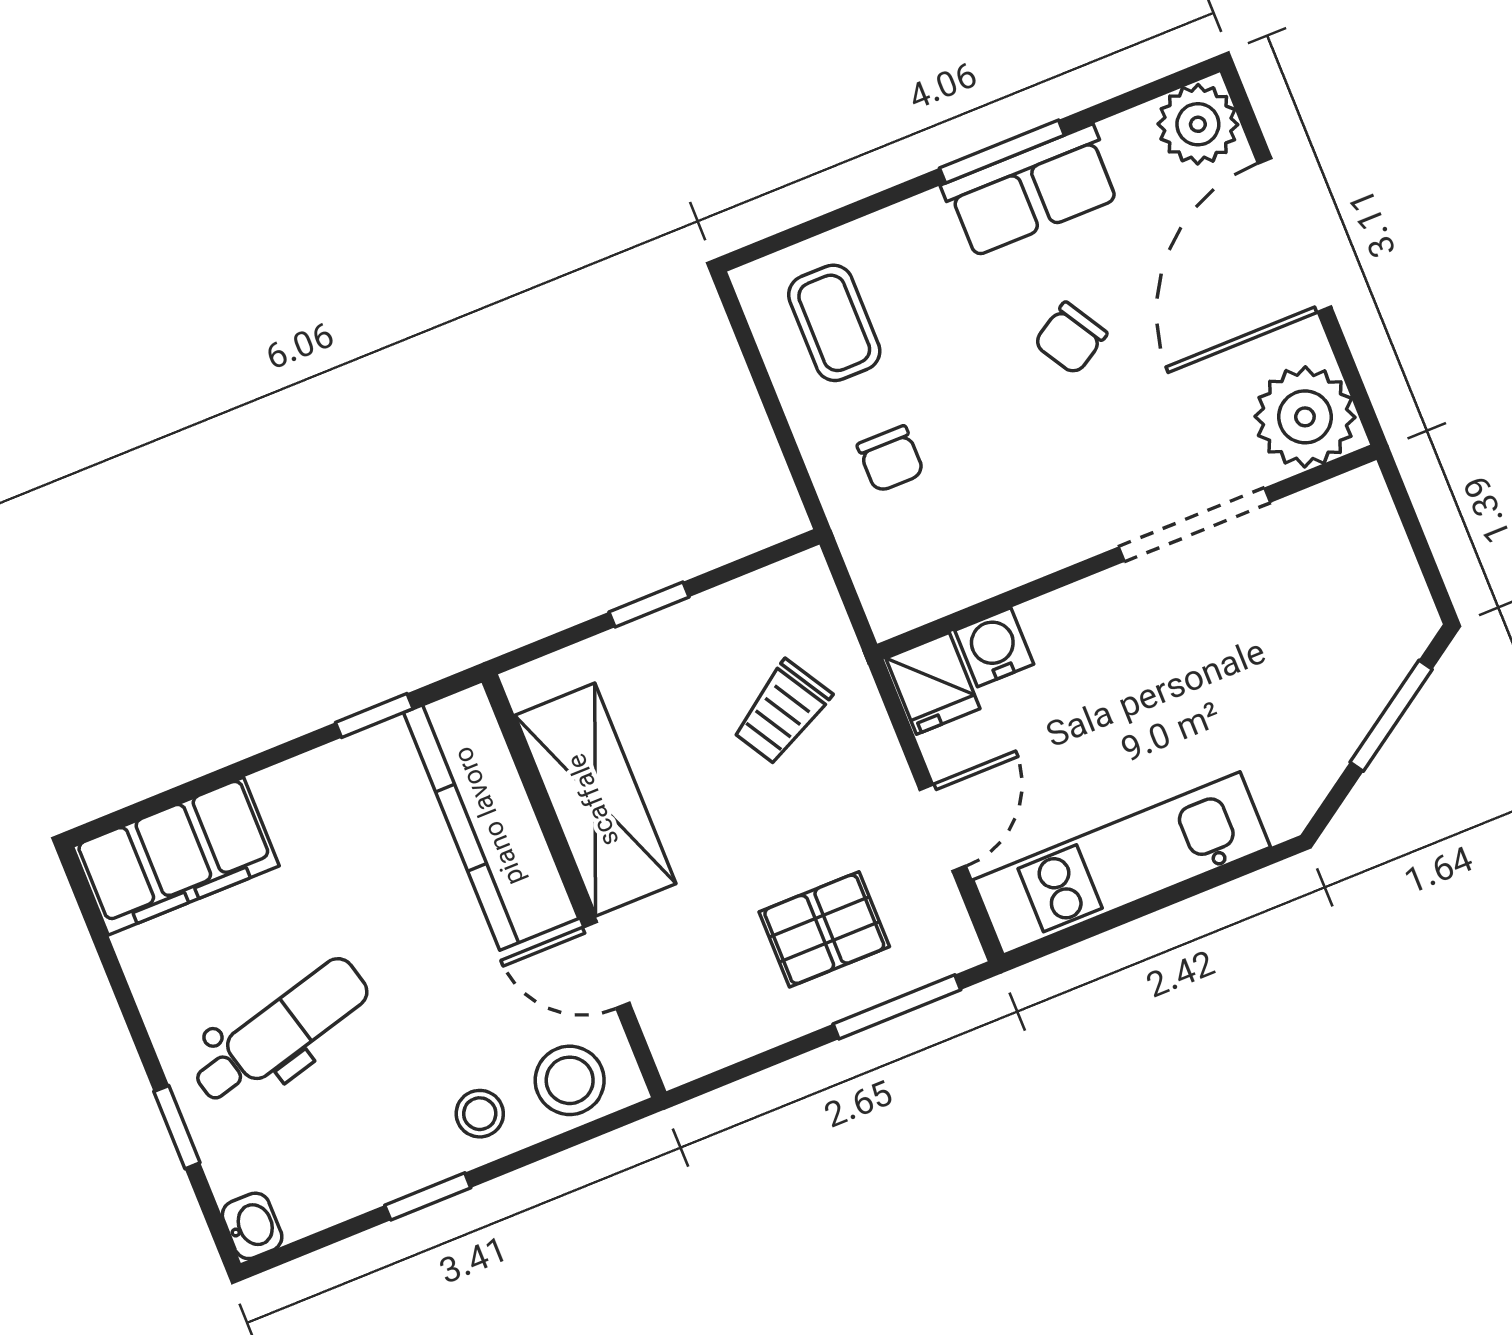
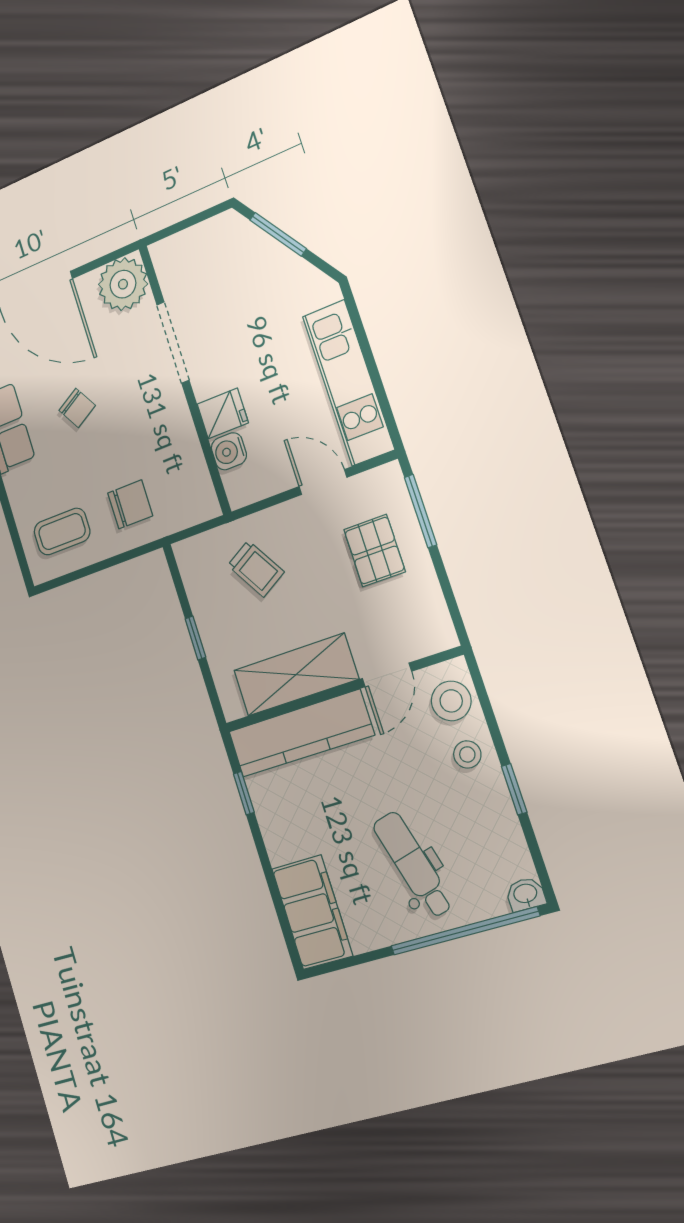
chair: (891, 459) -> (130, 504), width x1.37, depth x1.37
fridge: (933, 683) -> (223, 413), moved
window: (177, 1127) -> (465, 931), width x3.17

